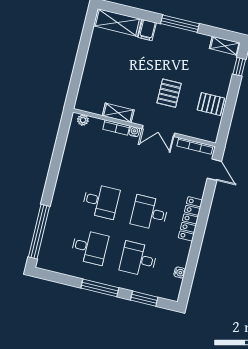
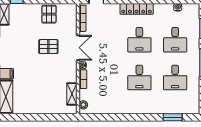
shelving: (118, 113) -> (72, 94), moved
desk: (101, 201) -> (139, 78), turned 180
window: (39, 232) -> (173, 117), width x0.47
desk: (90, 247) -> (175, 78), turned 180

